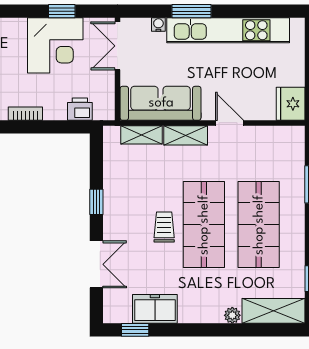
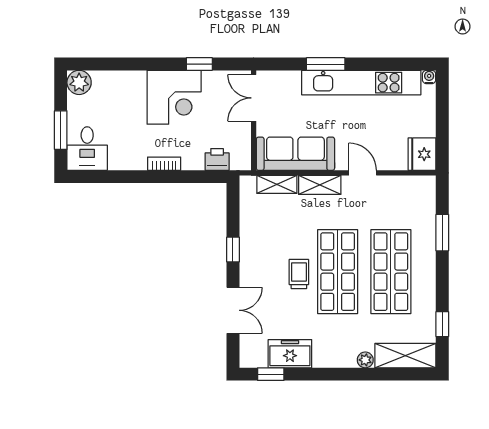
water cooler: (158, 24) -> (429, 77), moved
corner desk: (55, 45) -> (174, 97), moved

